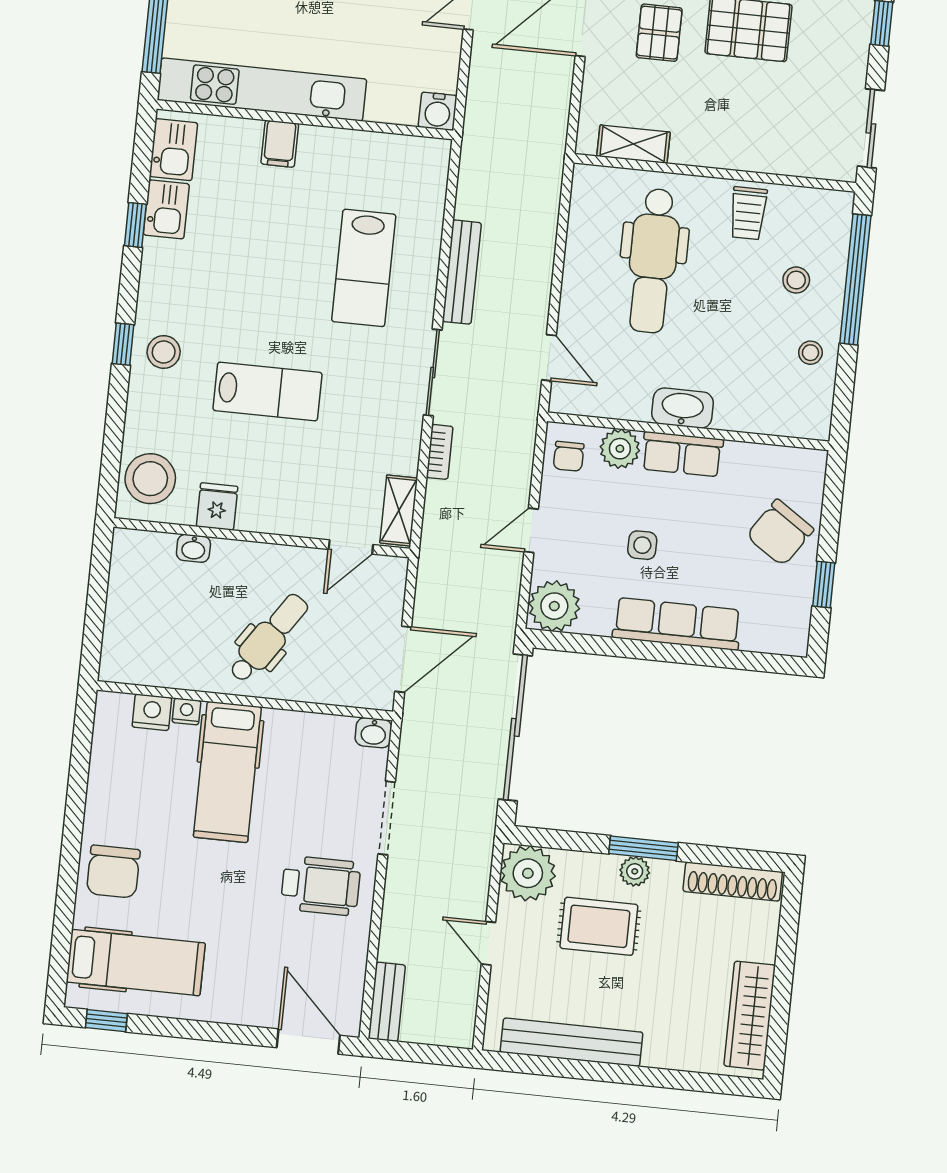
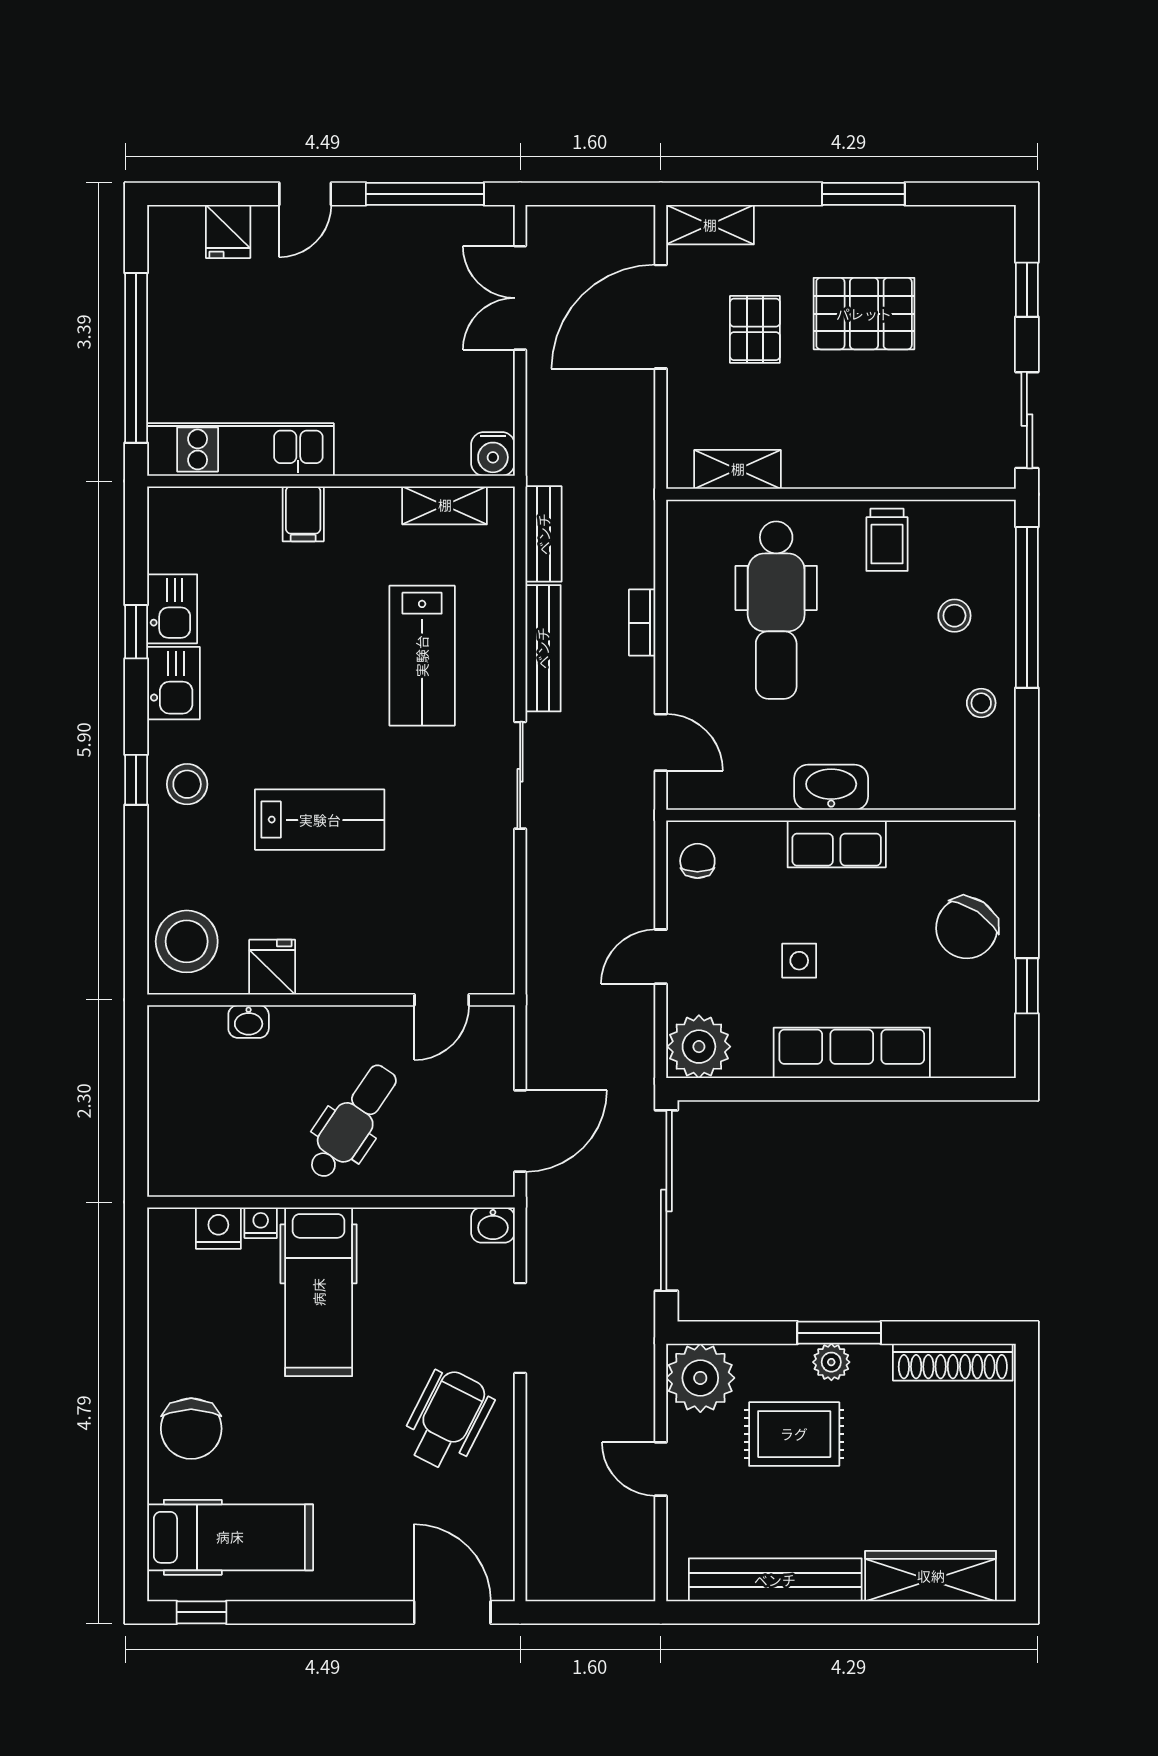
kitchen unit: (262, 89) -> (240, 449), width x0.73
kitchen sink: (173, 150) -> (173, 683), moved
plant: (620, 449) -> (759, 845), removed
bookcase: (440, 452) -> (642, 623), moved, turned 180
chair: (569, 456) -> (697, 861), turned 180
shelving: (399, 510) -> (445, 505), moved, turned 90
wheelchair: (321, 886) -> (447, 1420), turned -63
bench: (387, 1002) -> (544, 534), moved
wardrobe: (750, 1016) -> (931, 1576), moved, turned 90

